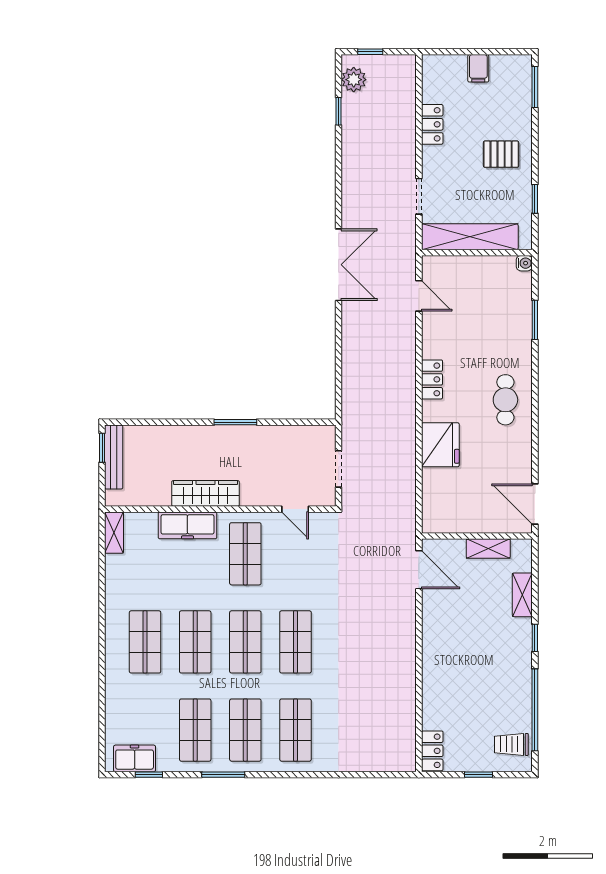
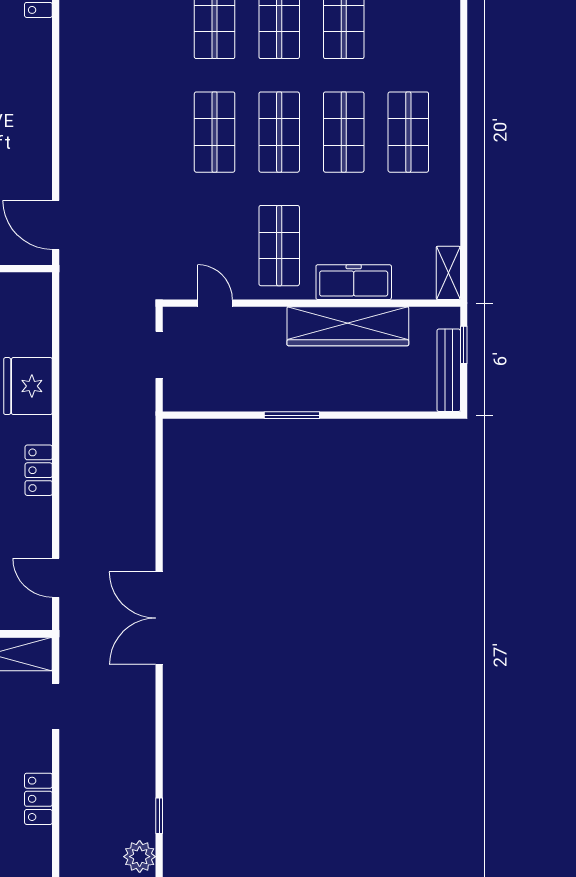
window: (102, 448) -> (464, 345), moved
wardrobe: (206, 493) -> (348, 326), width x1.40, depth x1.17

